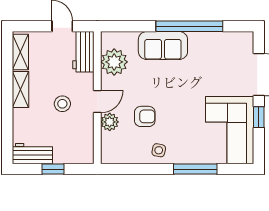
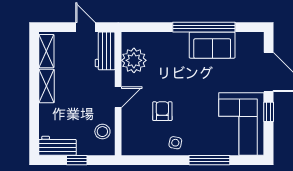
sofa: (163, 46) -> (212, 45), moved
stool: (62, 104) -> (102, 132), moved
armchair: (145, 116) -> (162, 111), turned -90
plant: (110, 122) -> (130, 116), removed

